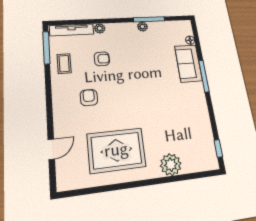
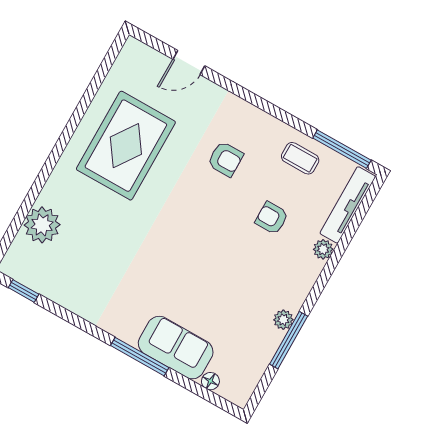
armchair: (102, 59) -> (272, 218), turned 90
door: (51, 149) -> (189, 63), hinge flipped
plant: (171, 165) -> (42, 225), moved

